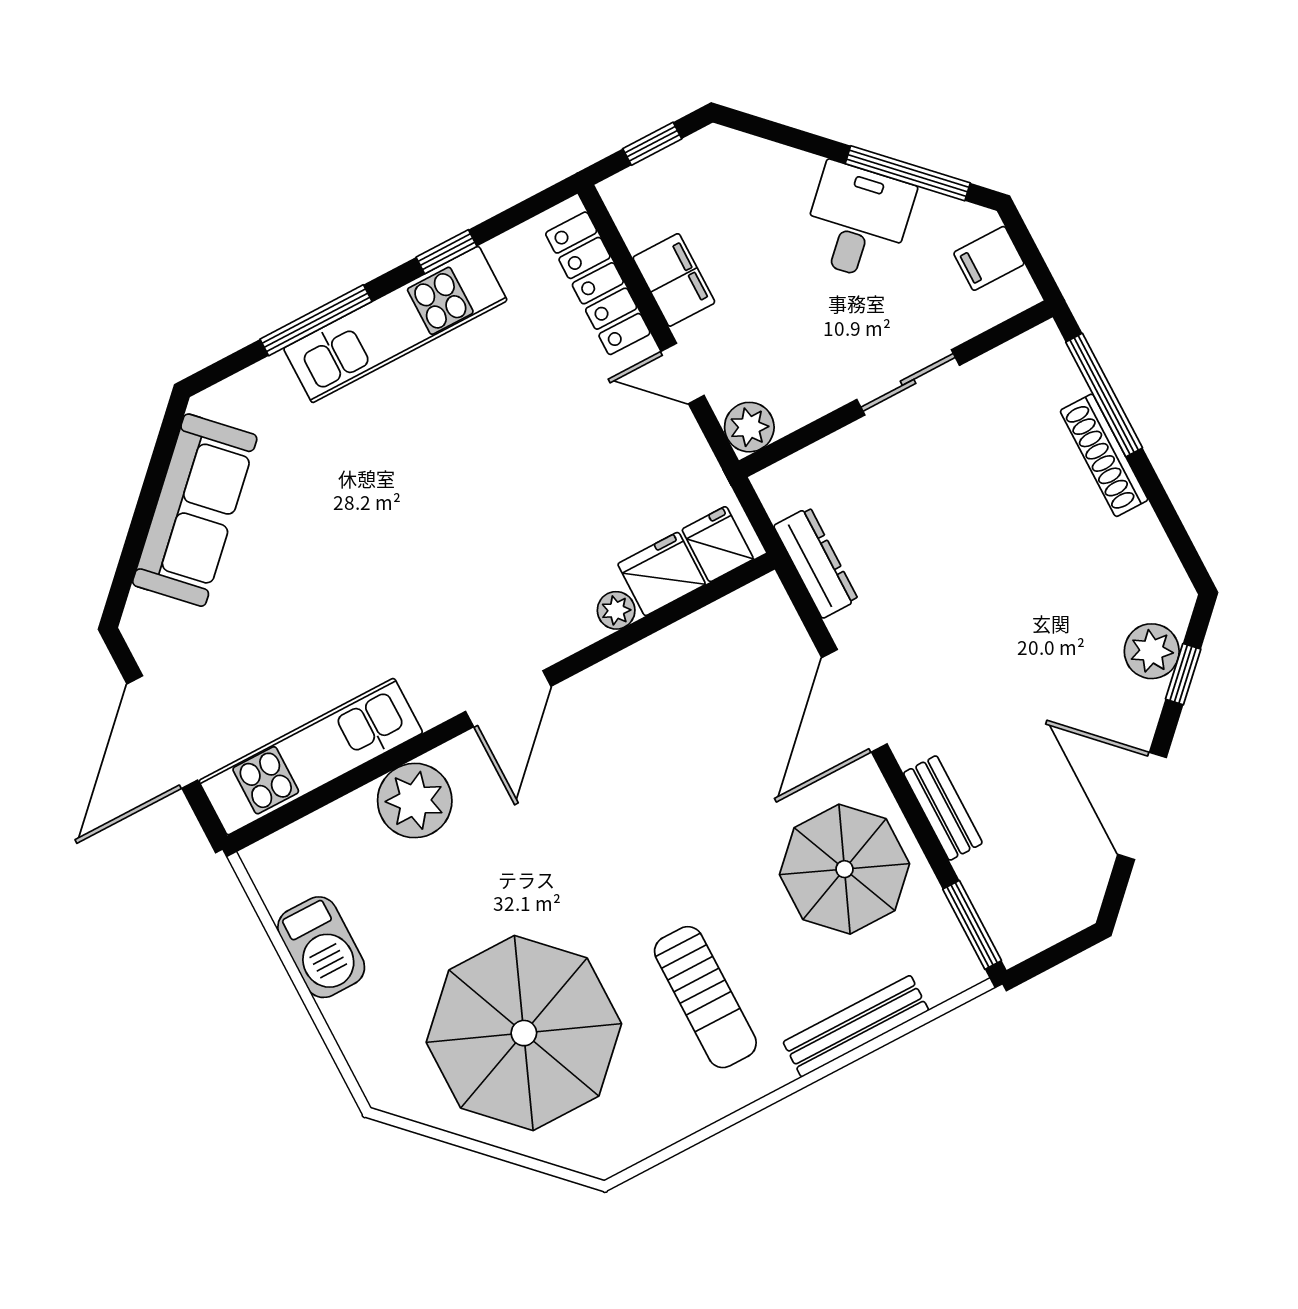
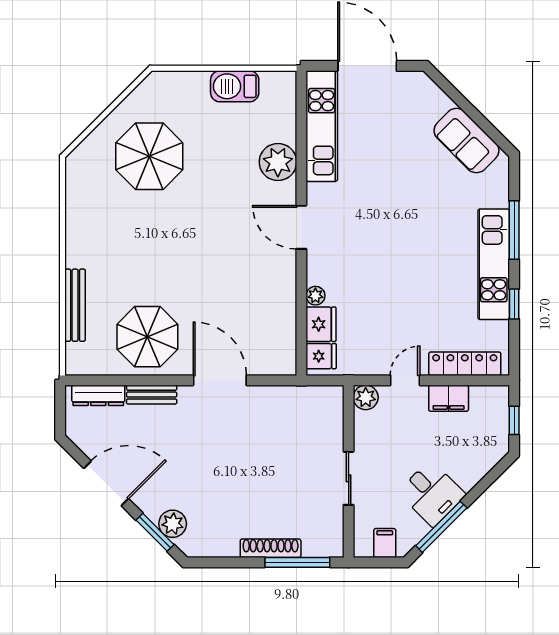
sofa: (195, 510) -> (466, 140), width x0.73
dresser: (816, 563) -> (98, 395), moved
window: (1183, 674) -> (155, 532), width x1.50
window: (972, 925) -> (93, 380), removed
sun lounger: (705, 997) -> (123, 245), removed
parasol: (524, 1033) -> (149, 156), width x0.73, depth x0.73

